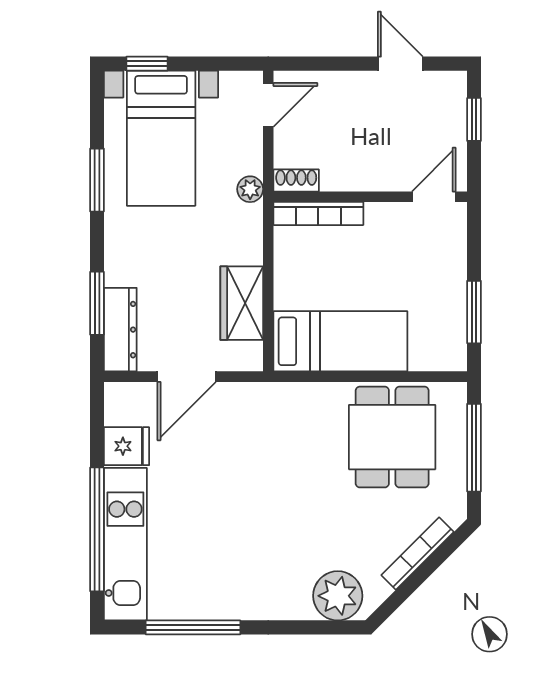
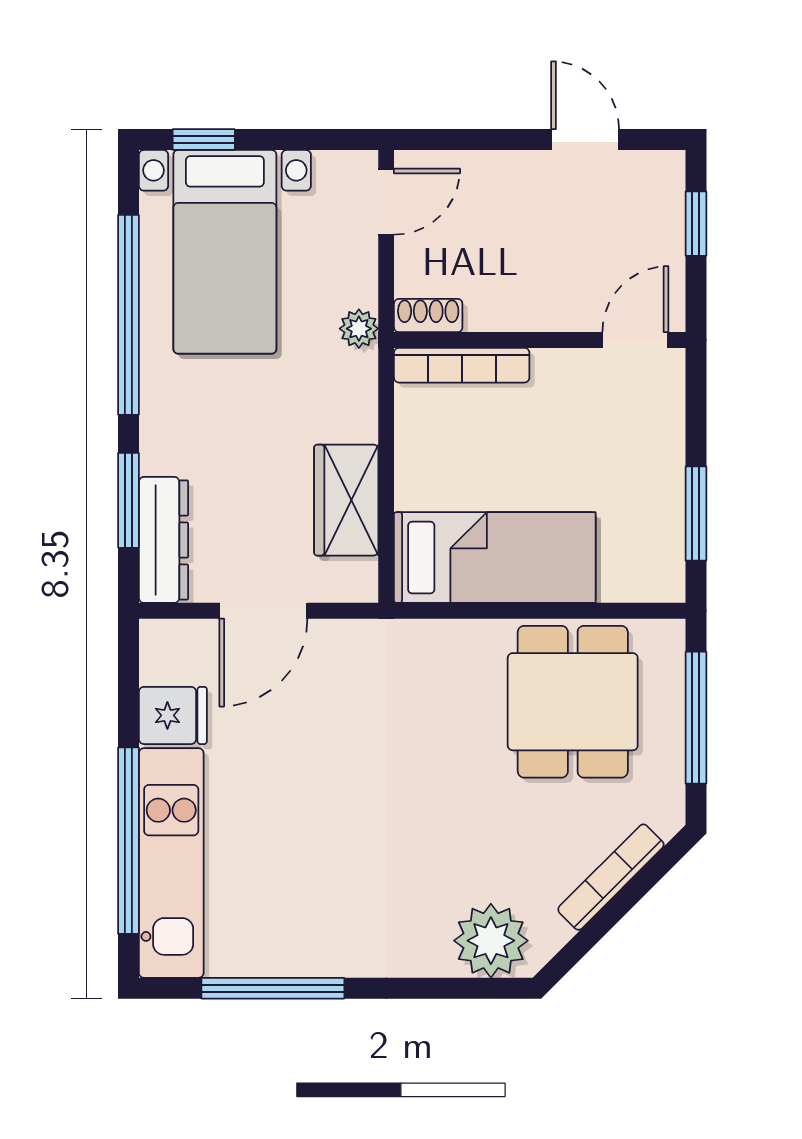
window: (97, 180) -> (128, 315), width x2.11

